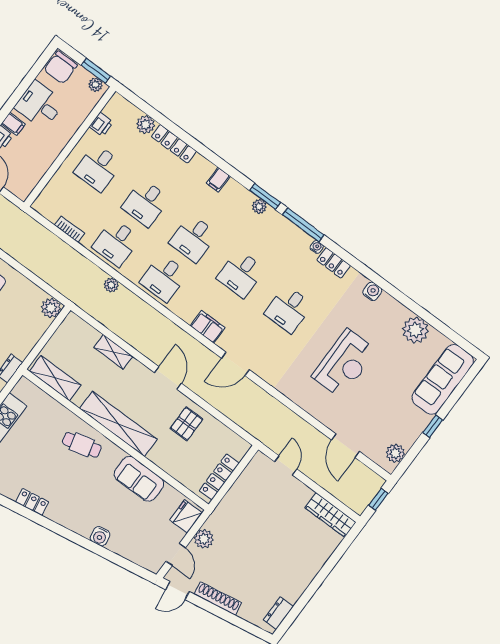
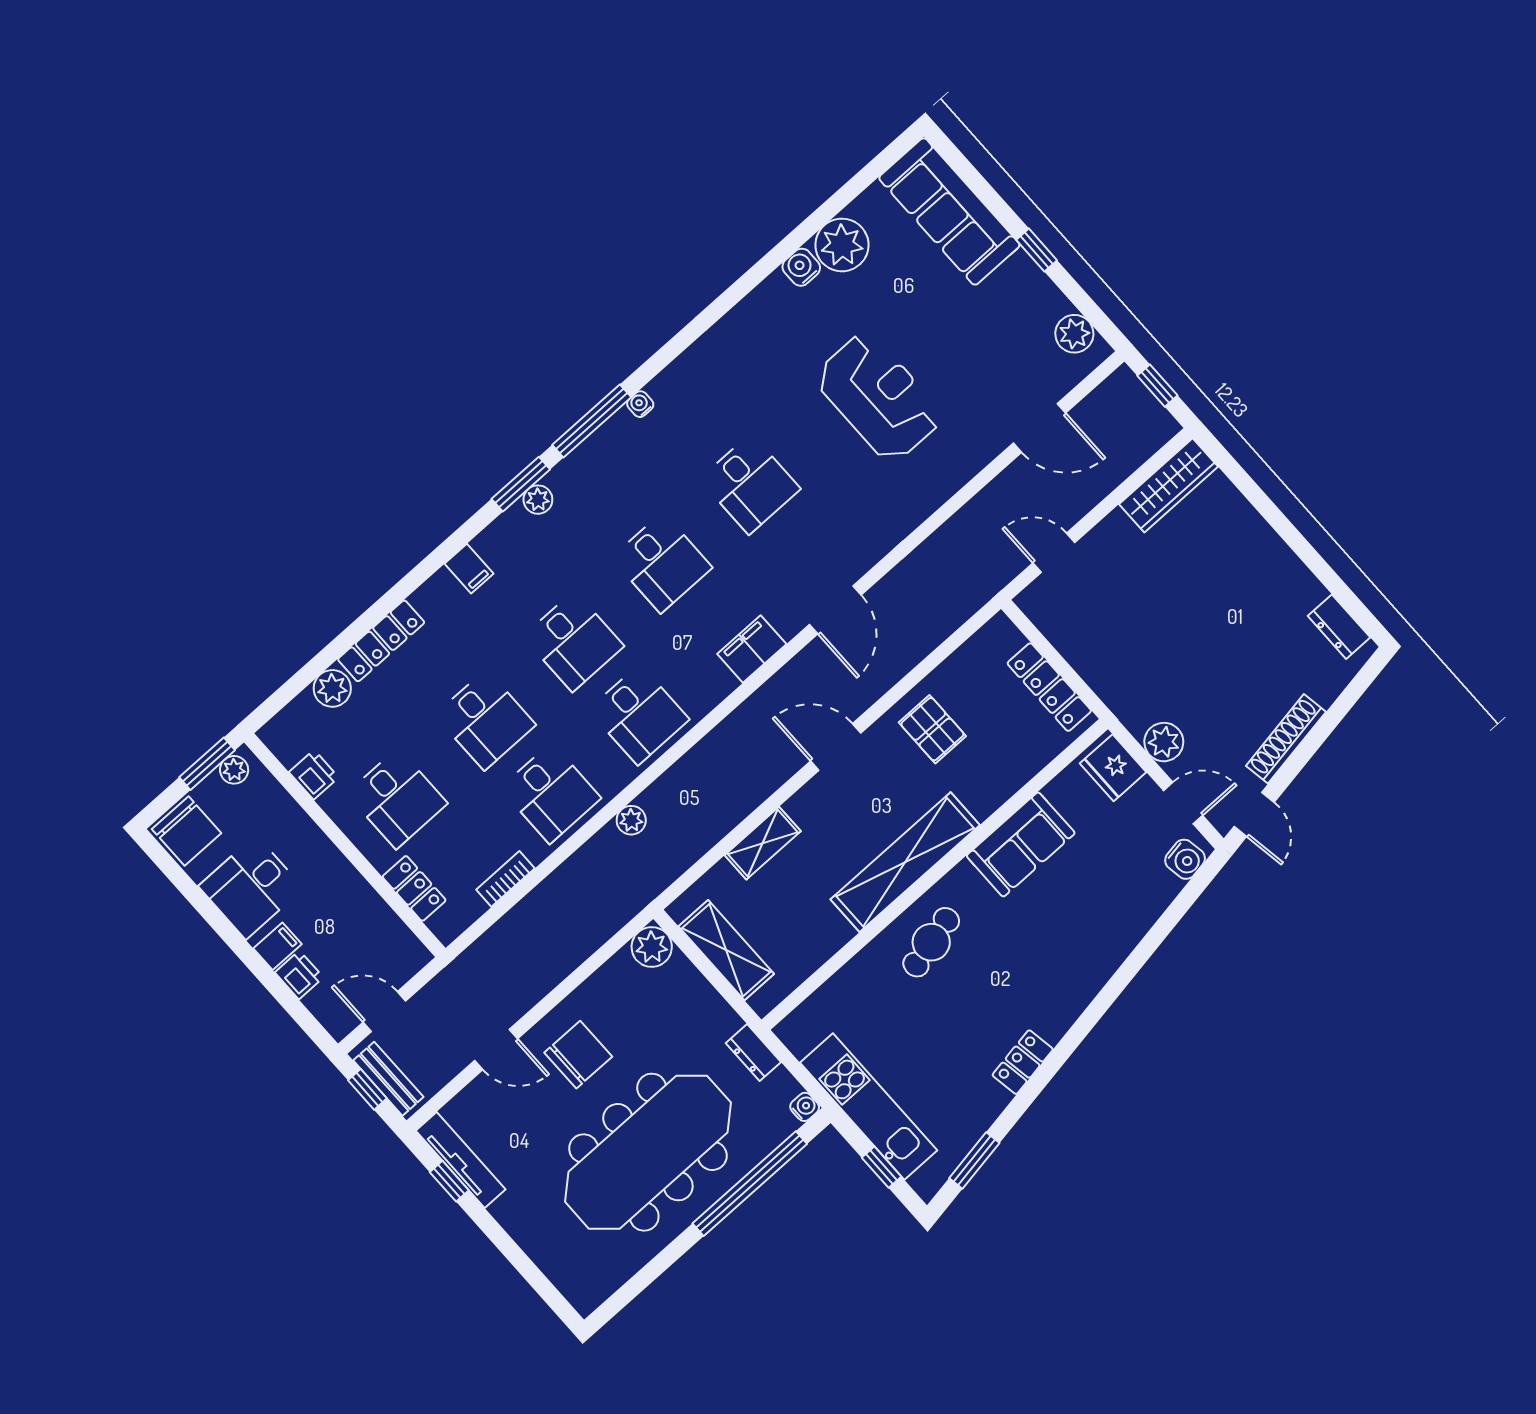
locker: (334, 263) -> (414, 888), moved, turned -90
water cooler: (372, 291) -> (801, 267), moved
shelving: (55, 378) -> (726, 950), moved, turned 90
water cooler: (100, 536) -> (1185, 859), moved

